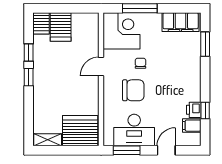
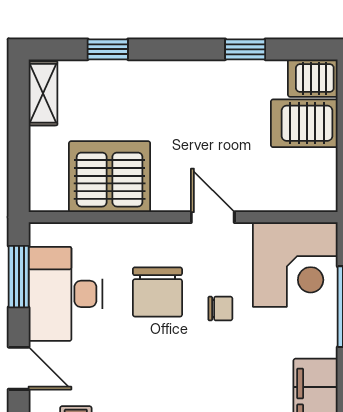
window: (29, 77) -> (108, 49), moved
server rack: (80, 131) -> (110, 177), moved, turned -90

